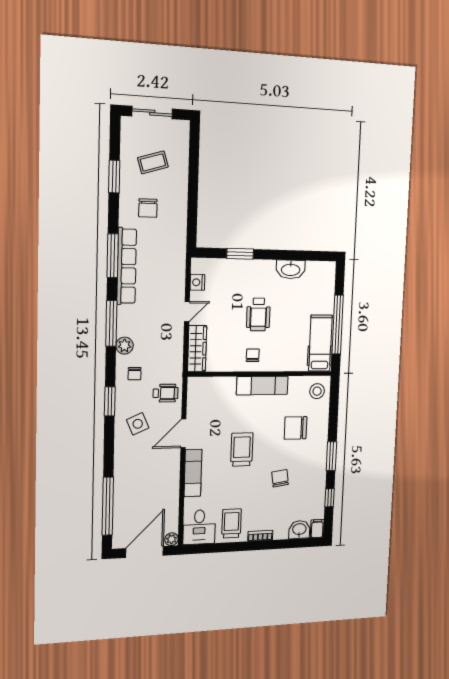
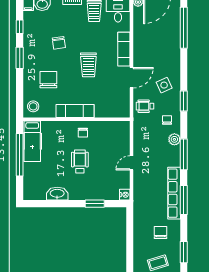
nightstand: (197, 282) -> (125, 195), moved
wardrobe: (197, 349) -> (124, 137), removed
chair: (296, 428) -> (48, 80), turned -90

